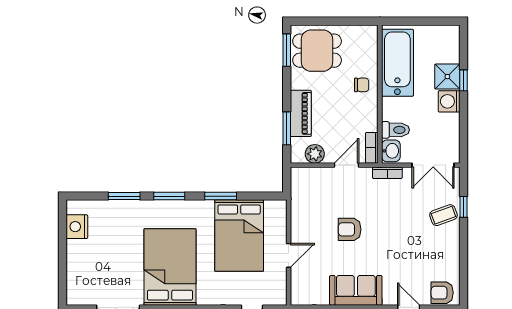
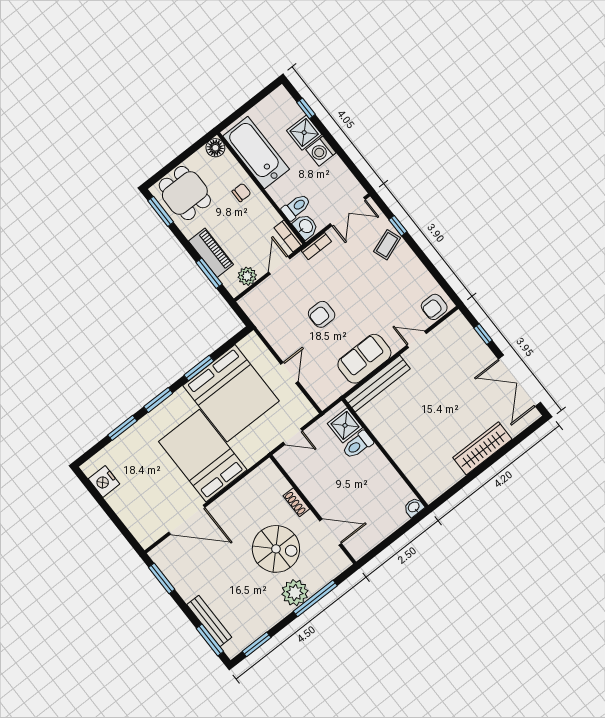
floor lamp: (369, 34) -> (215, 148), added
dining table: (317, 51) -> (185, 193), turned 90
window: (464, 80) -> (306, 108), moved
bed: (239, 236) -> (231, 393), width x1.36

